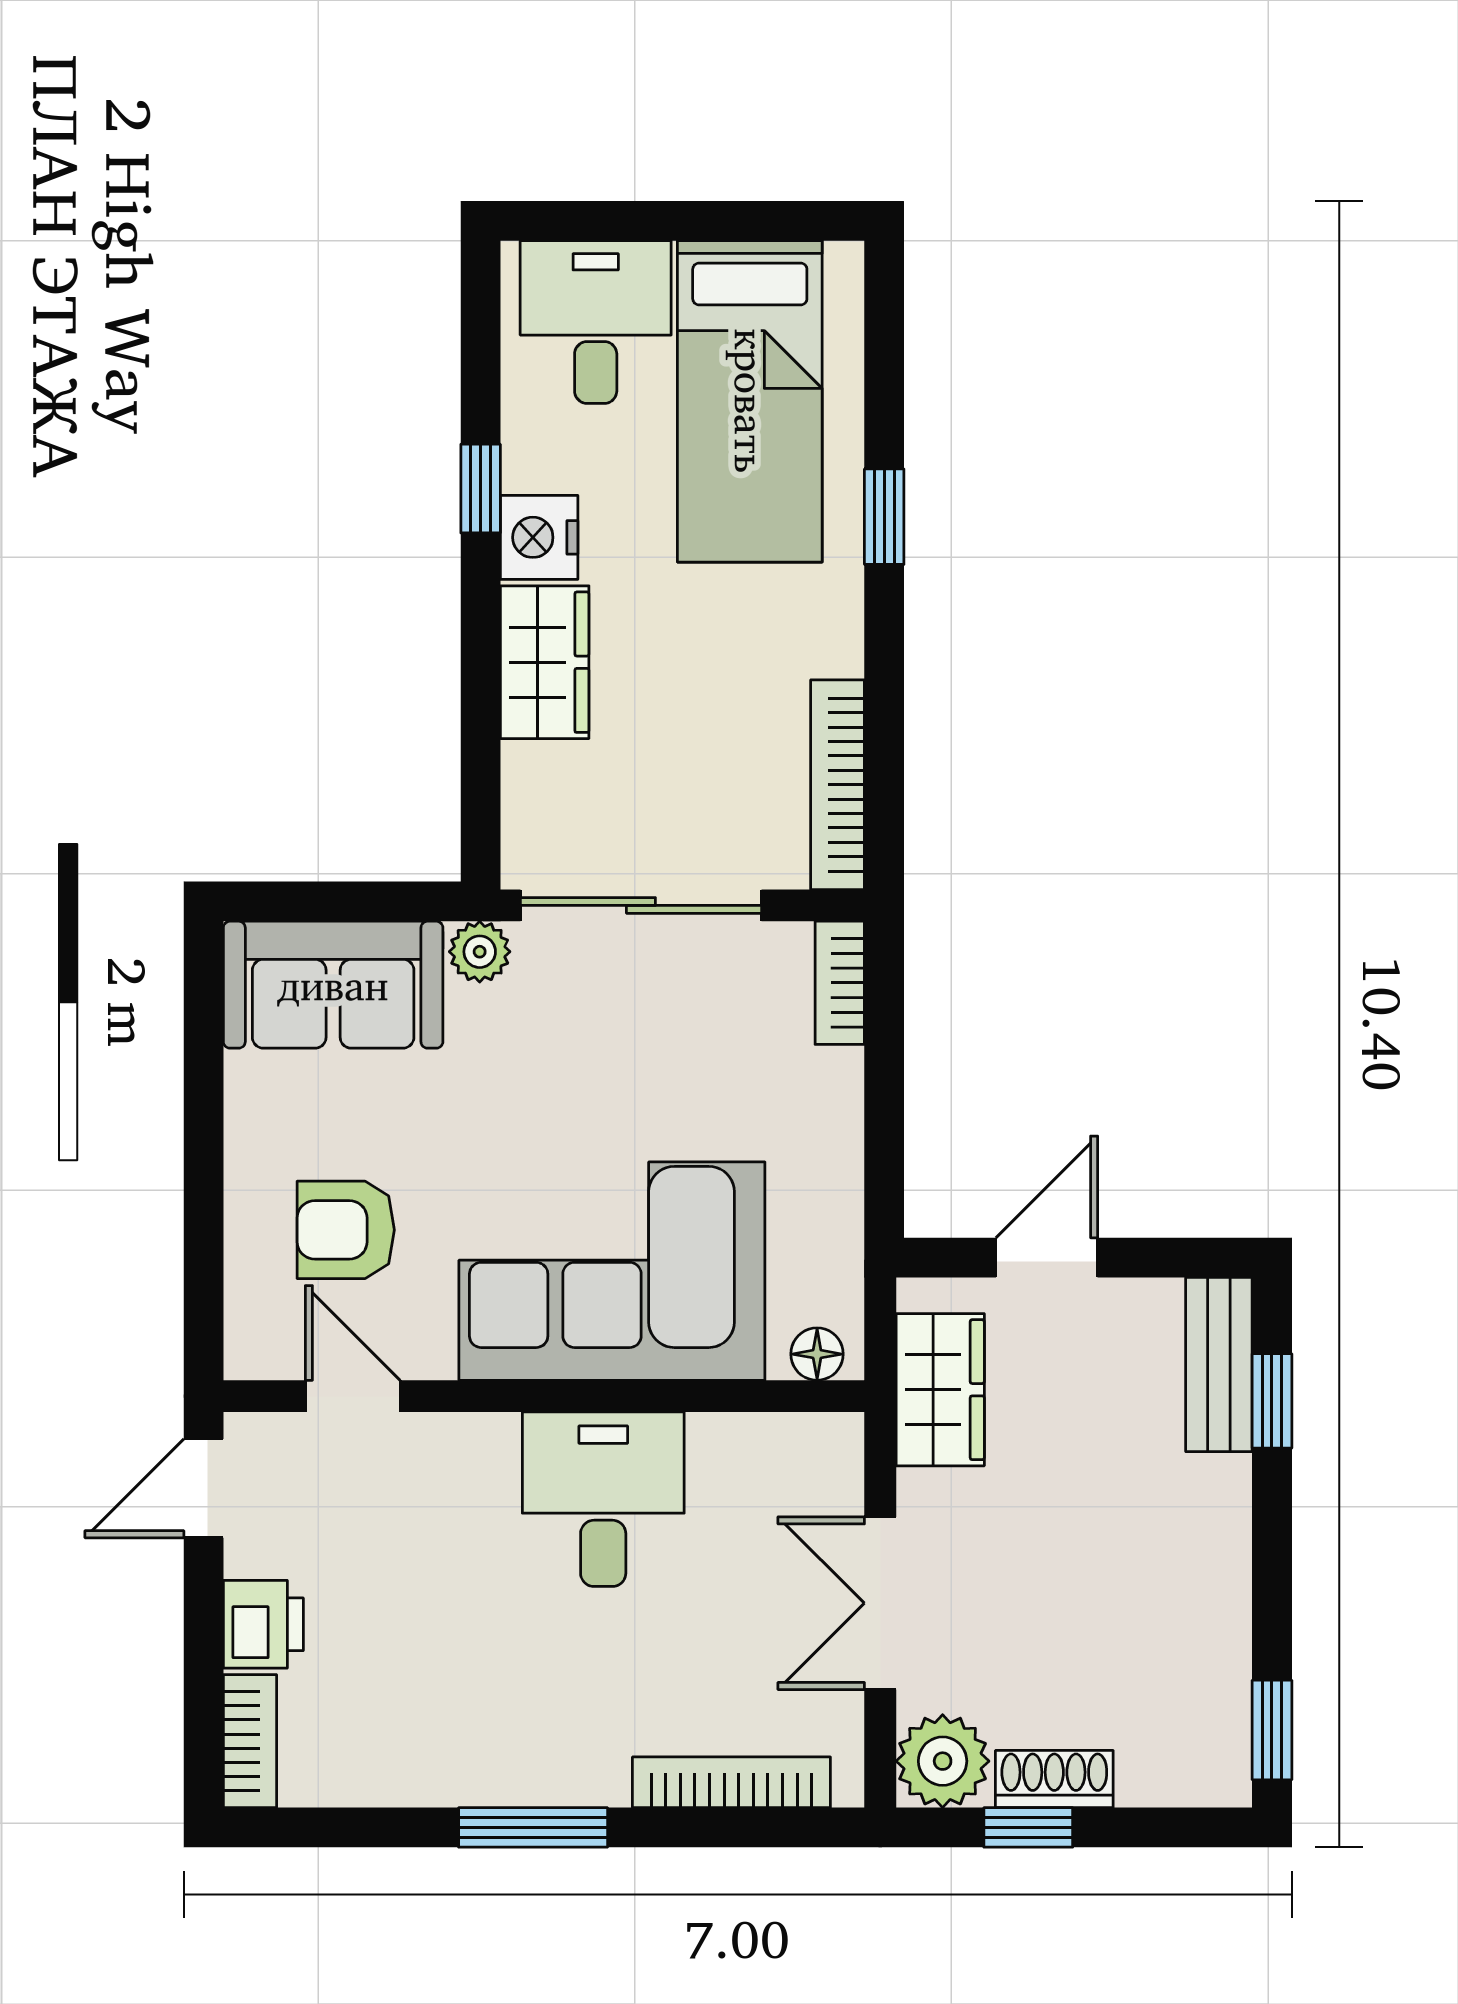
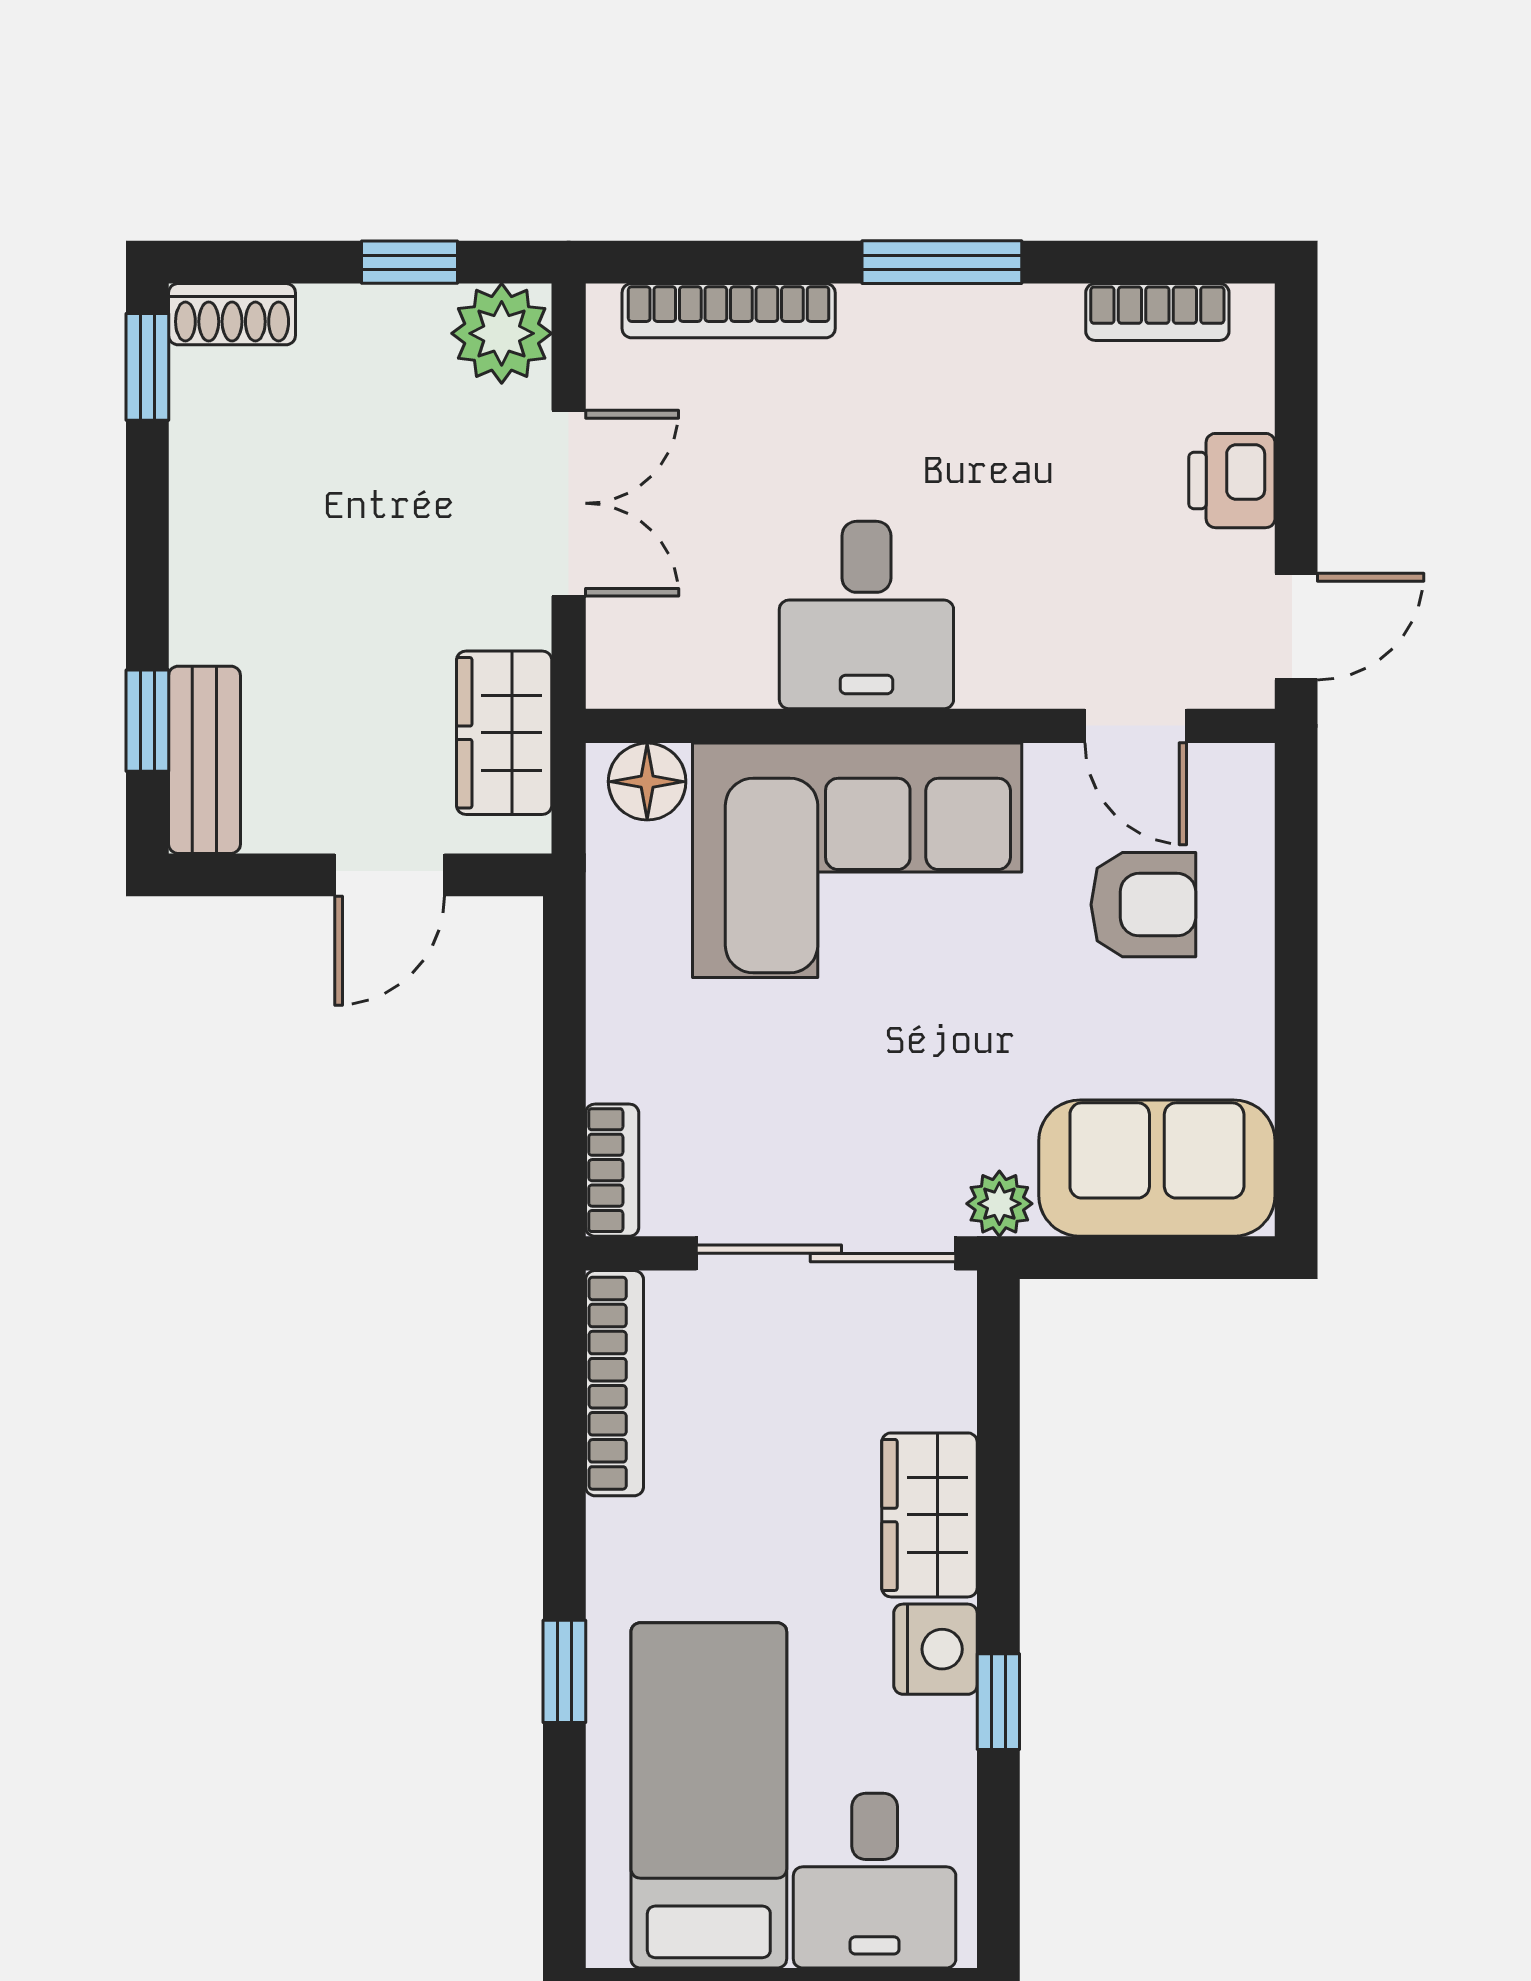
floor lamp: (817, 1354) -> (647, 782), width x1.37, depth x1.37
bookcase: (250, 1741) -> (1157, 312), moved, turned -90
shoe rack: (1054, 1779) -> (232, 314), moved

